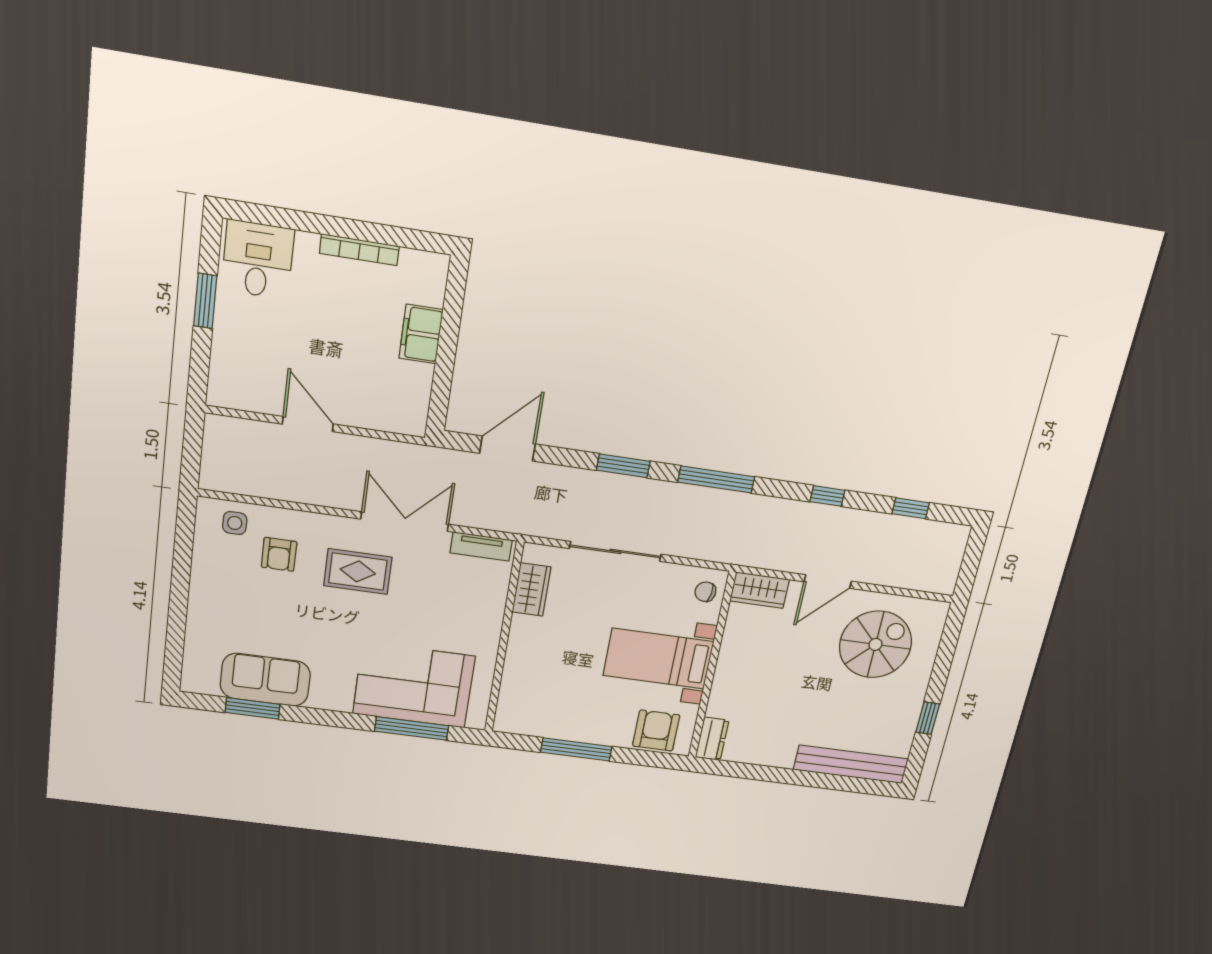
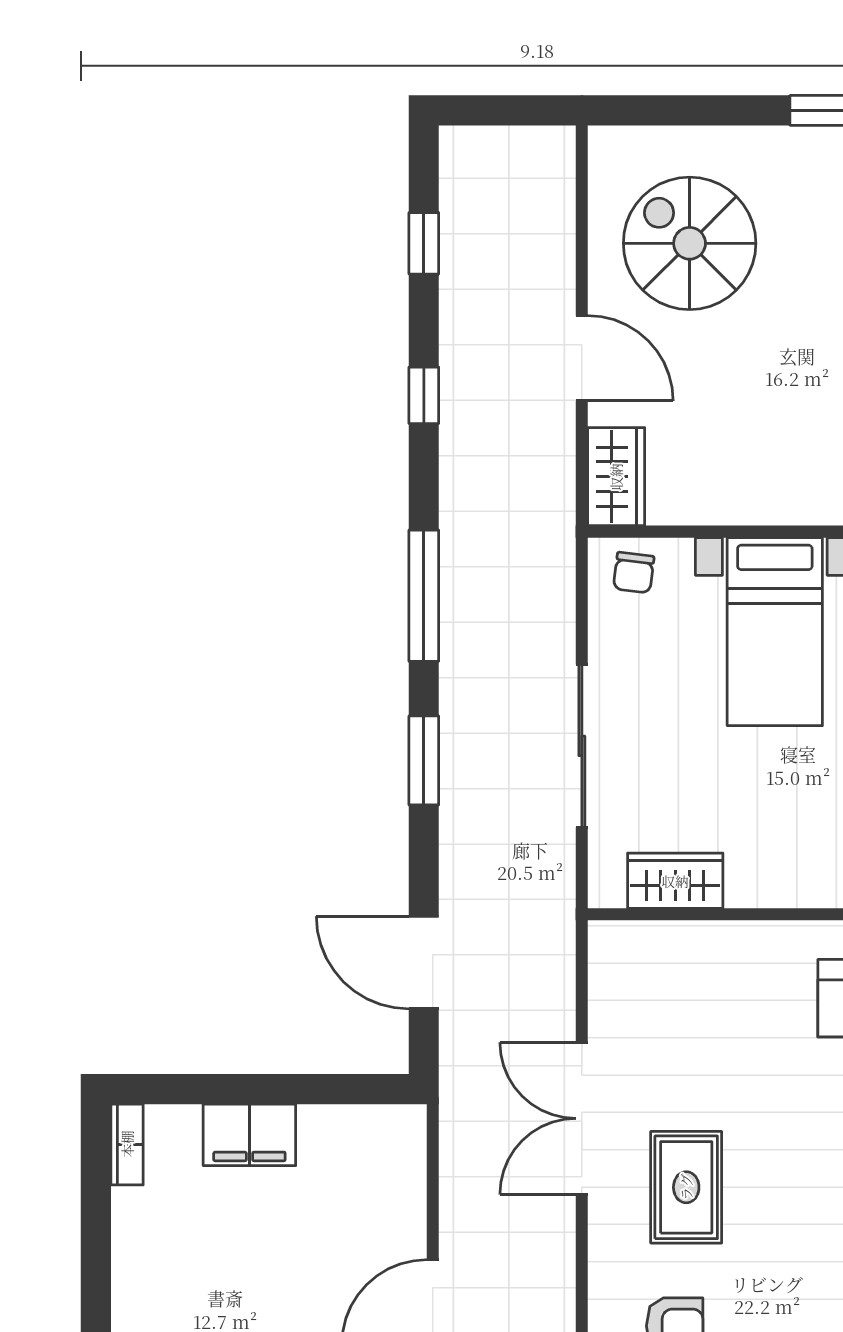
bookcase: (359, 250) -> (127, 1144), moved, width x0.64
tv unit: (481, 546) -> (608, 981), removed

